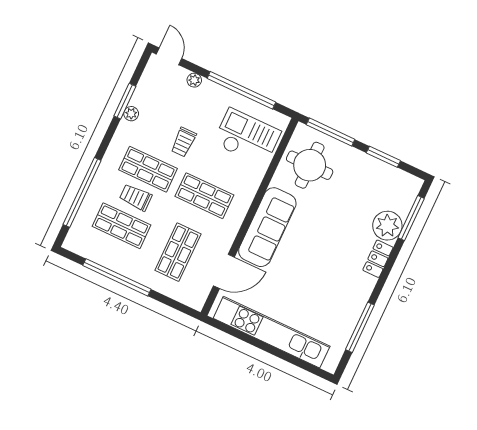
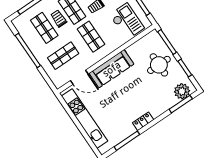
round table: (310, 165) -> (159, 65), moved
plant: (387, 226) -> (182, 91), moved
locker: (378, 259) -> (143, 121), moved

